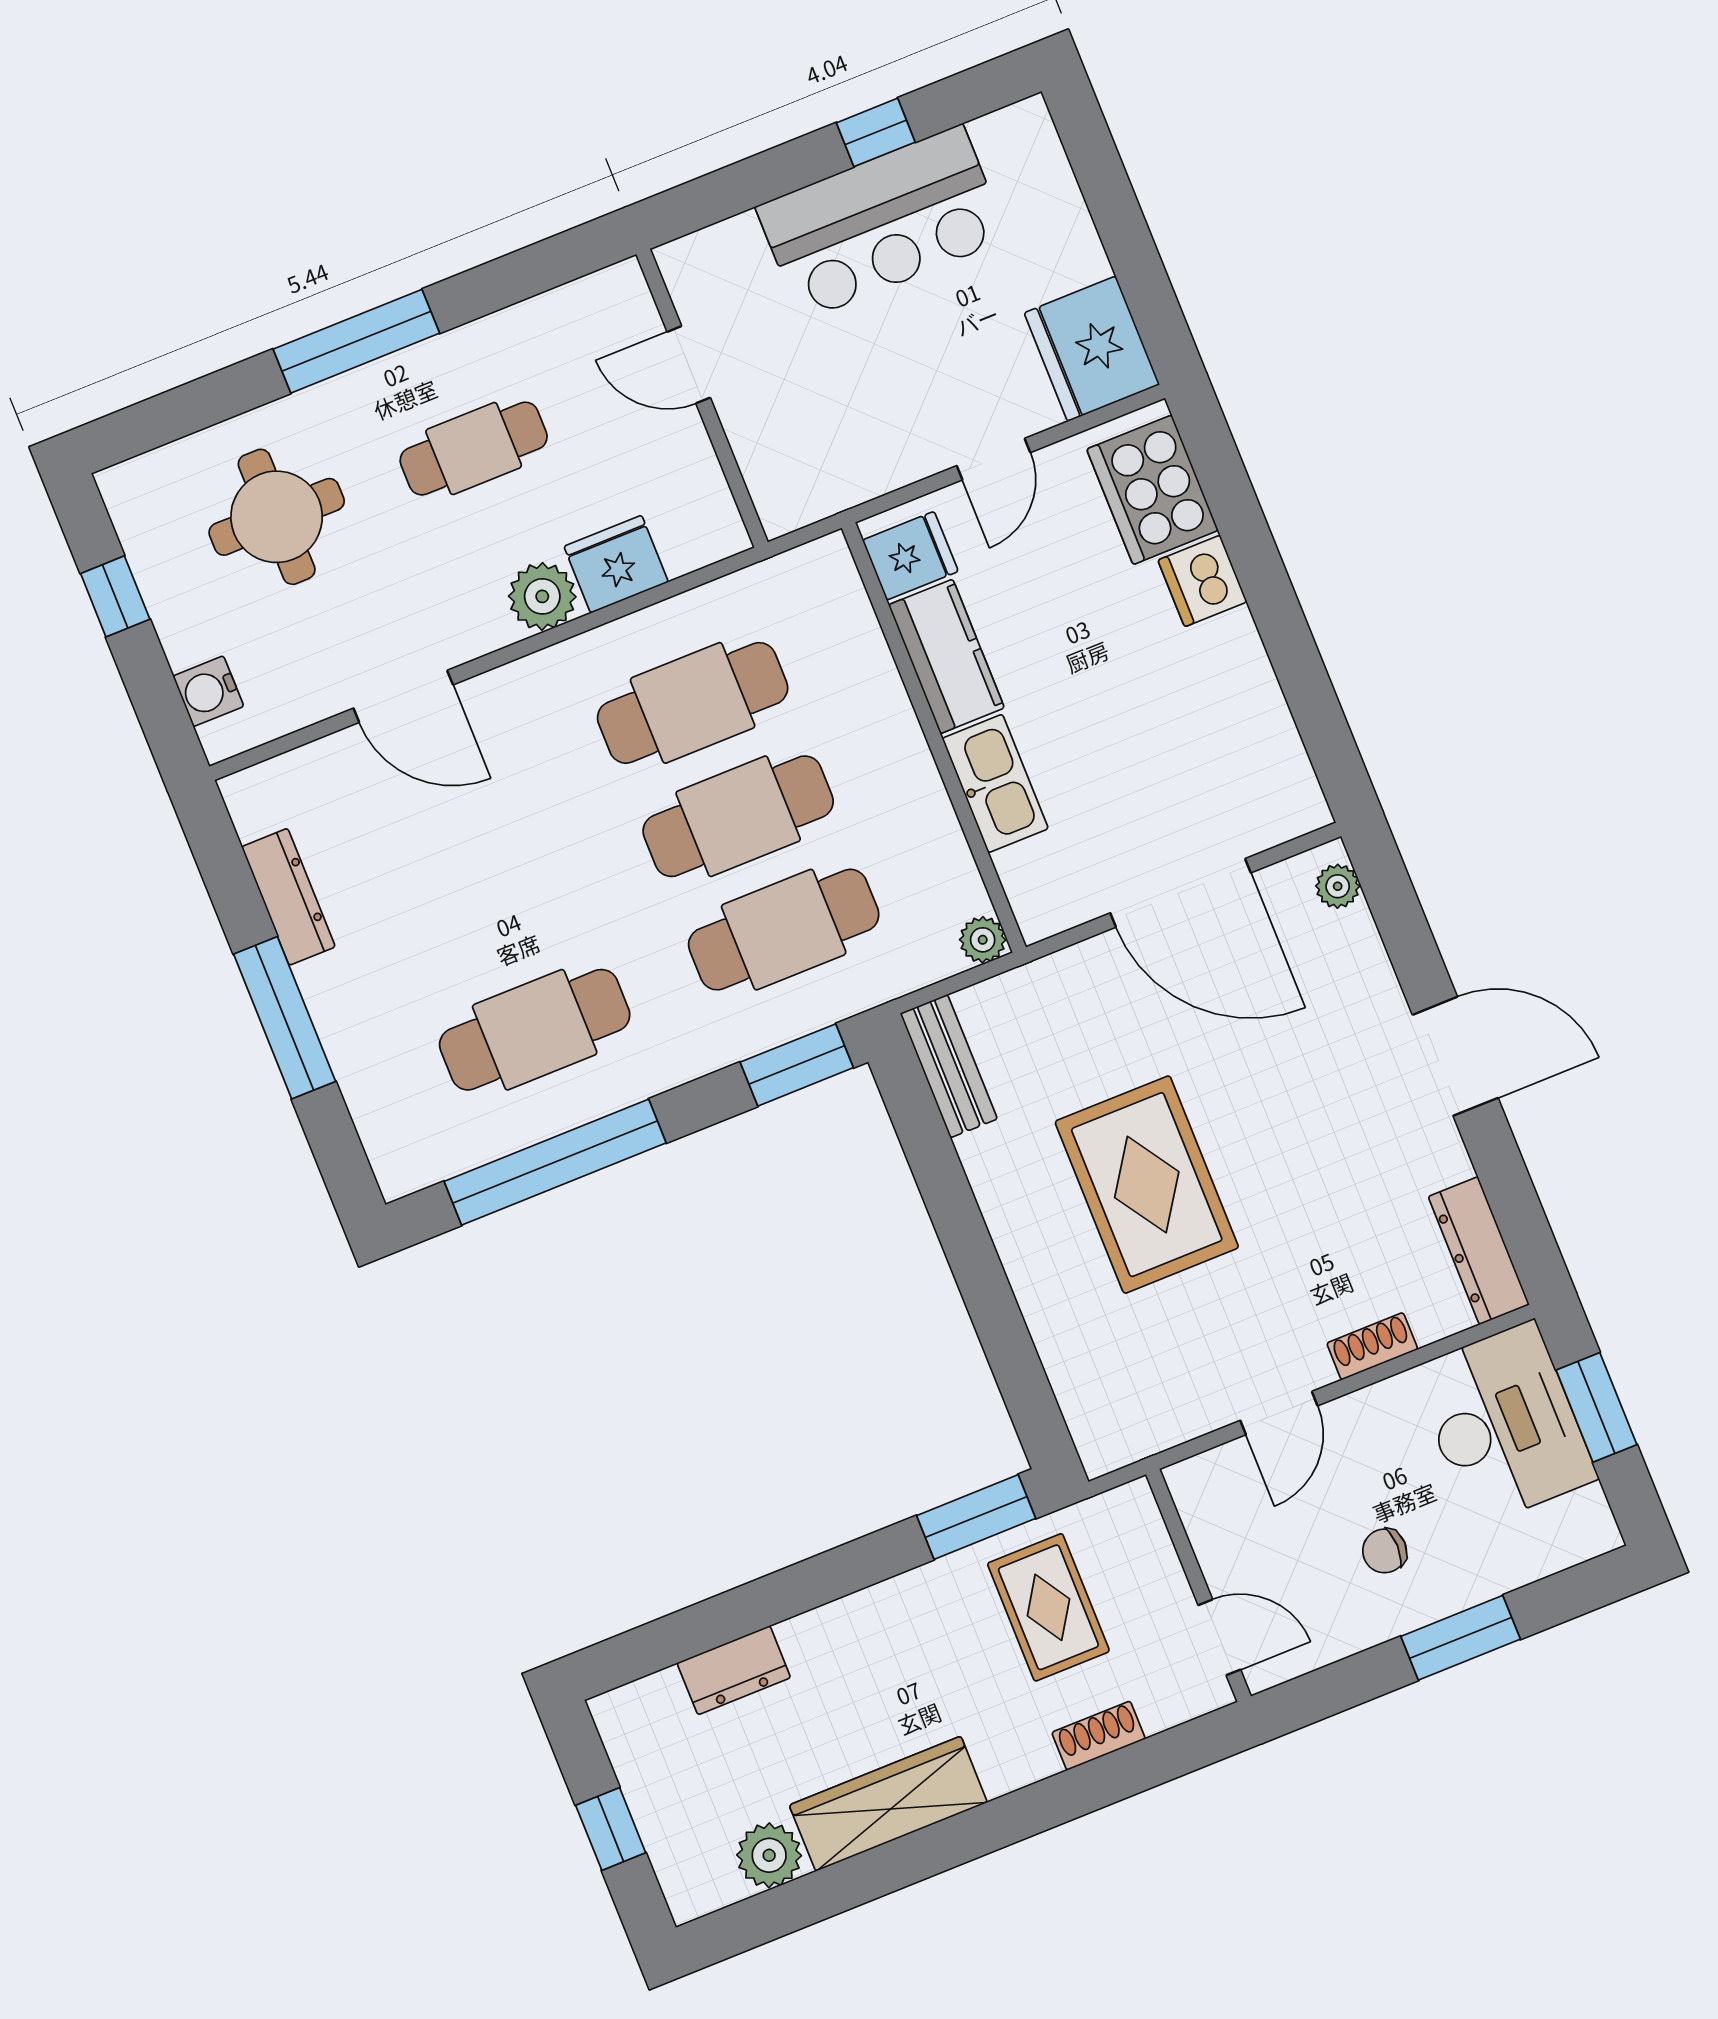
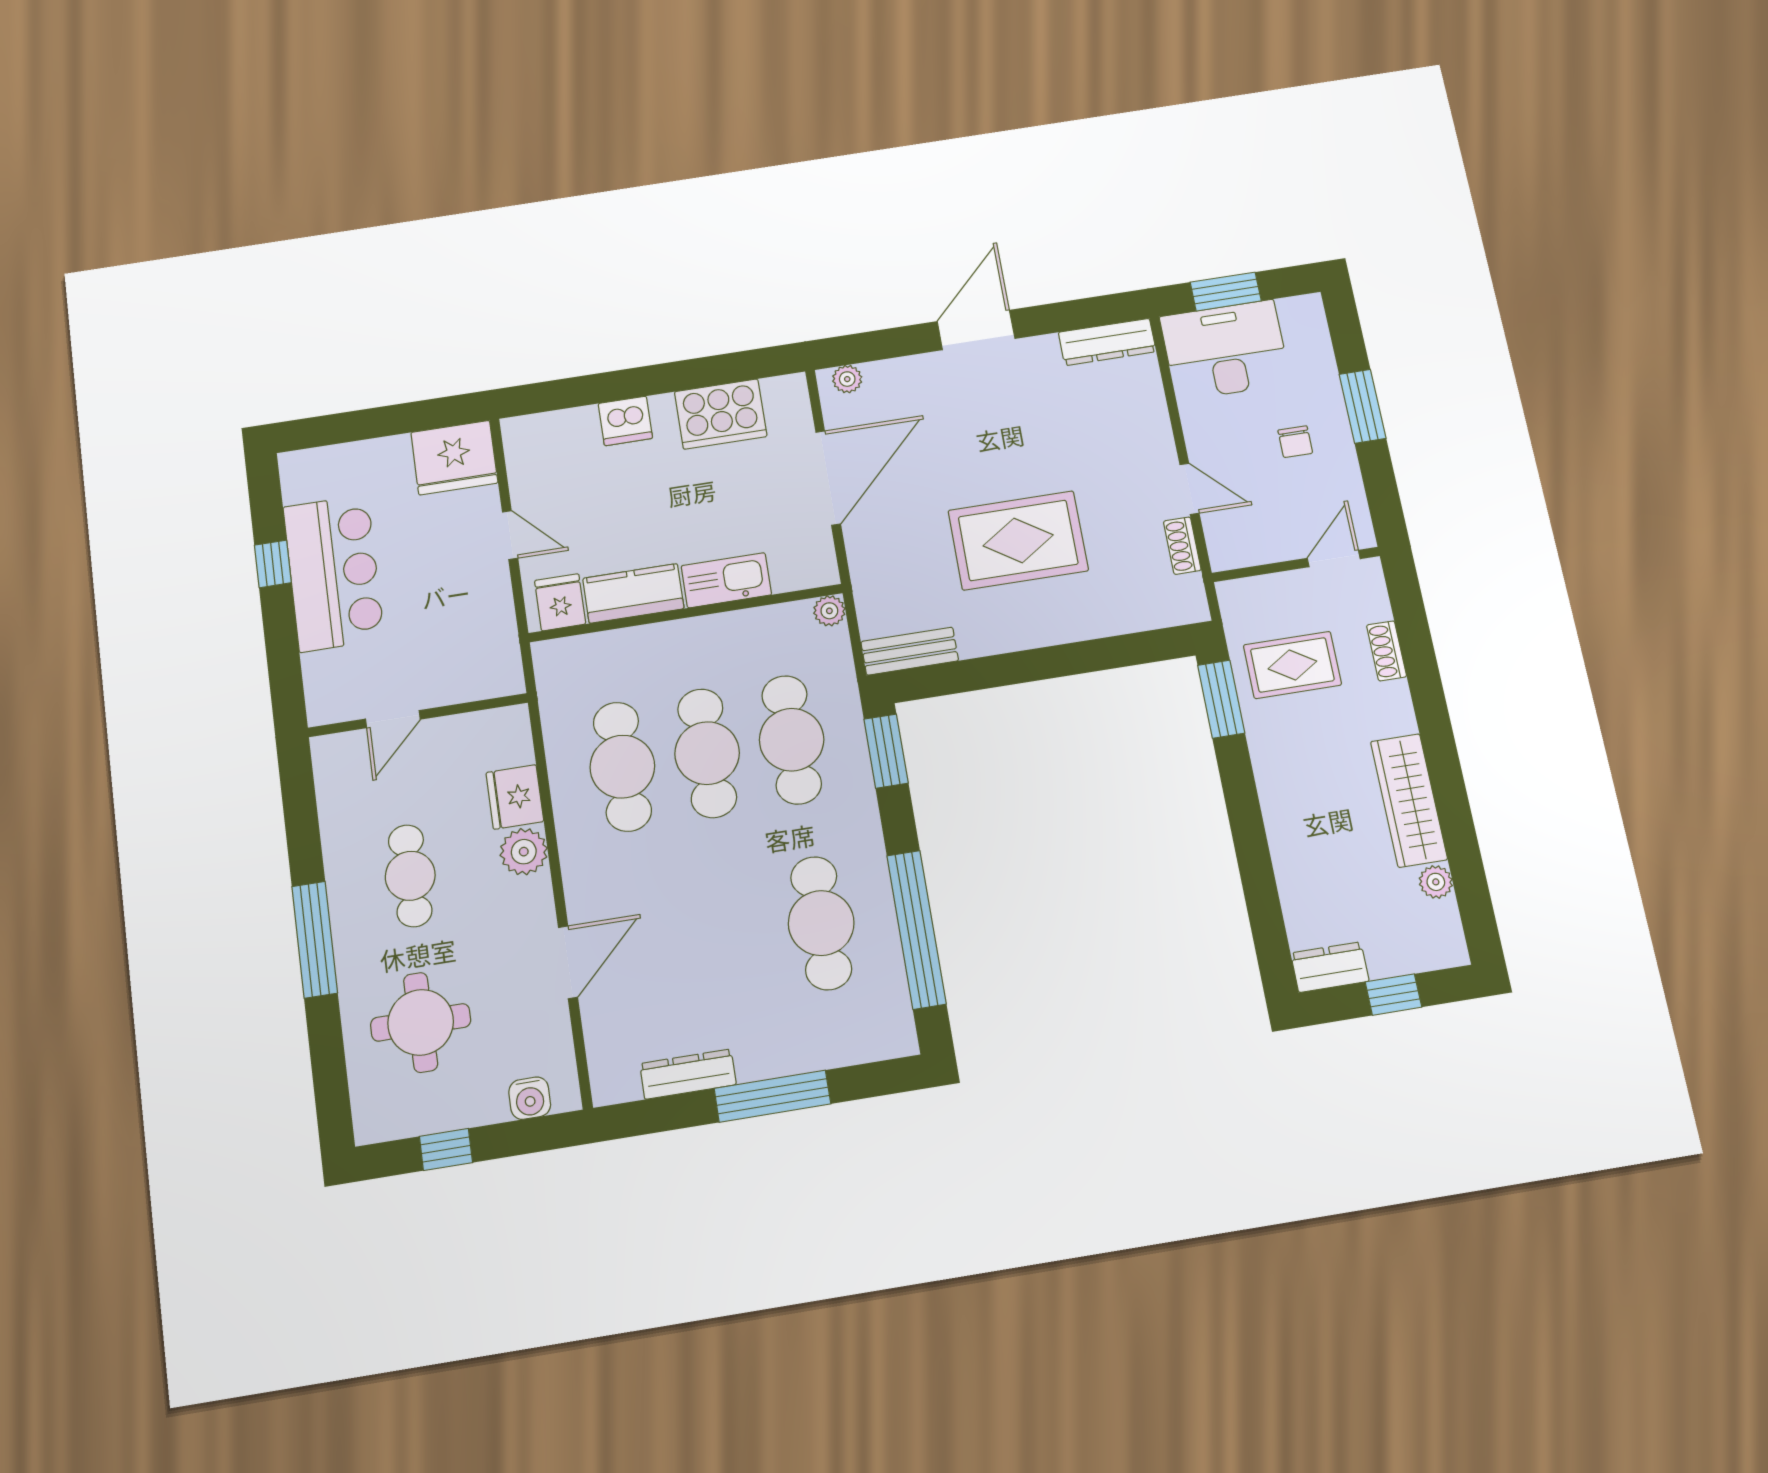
cooker: (1152, 490) -> (721, 414), moved
shoe rack: (1372, 1346) -> (1182, 546), moved
dresser: (734, 1670) -> (1330, 967), moved, turned -90
plant: (769, 1855) -> (1436, 882), width x0.73, depth x0.73

